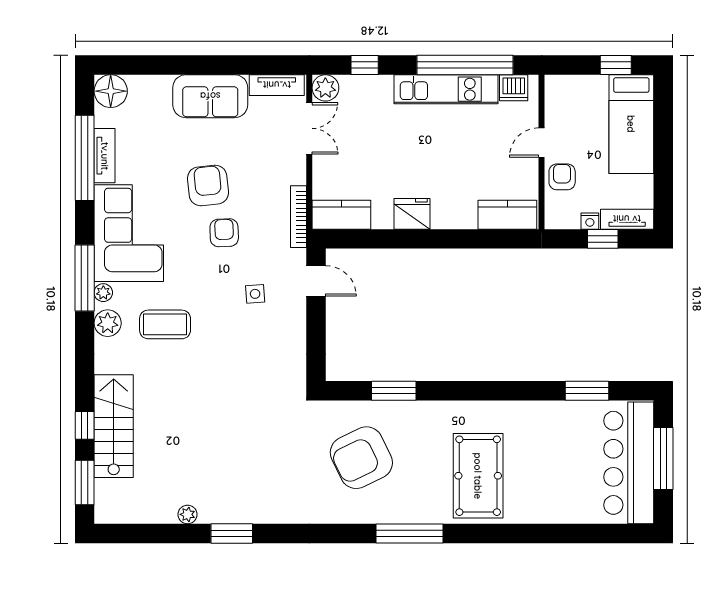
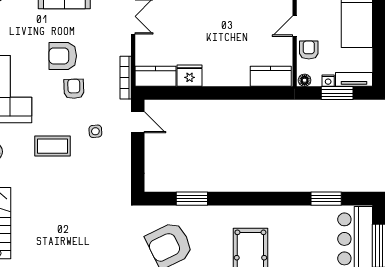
armchair: (208, 185) -> (63, 56), turned -84
fridge: (412, 214) -> (190, 76), moved
floor lamp: (556, 220) -> (305, 80), added
window: (603, 239) -> (337, 93), width x1.50
coffee table: (165, 324) -> (52, 146), moved

